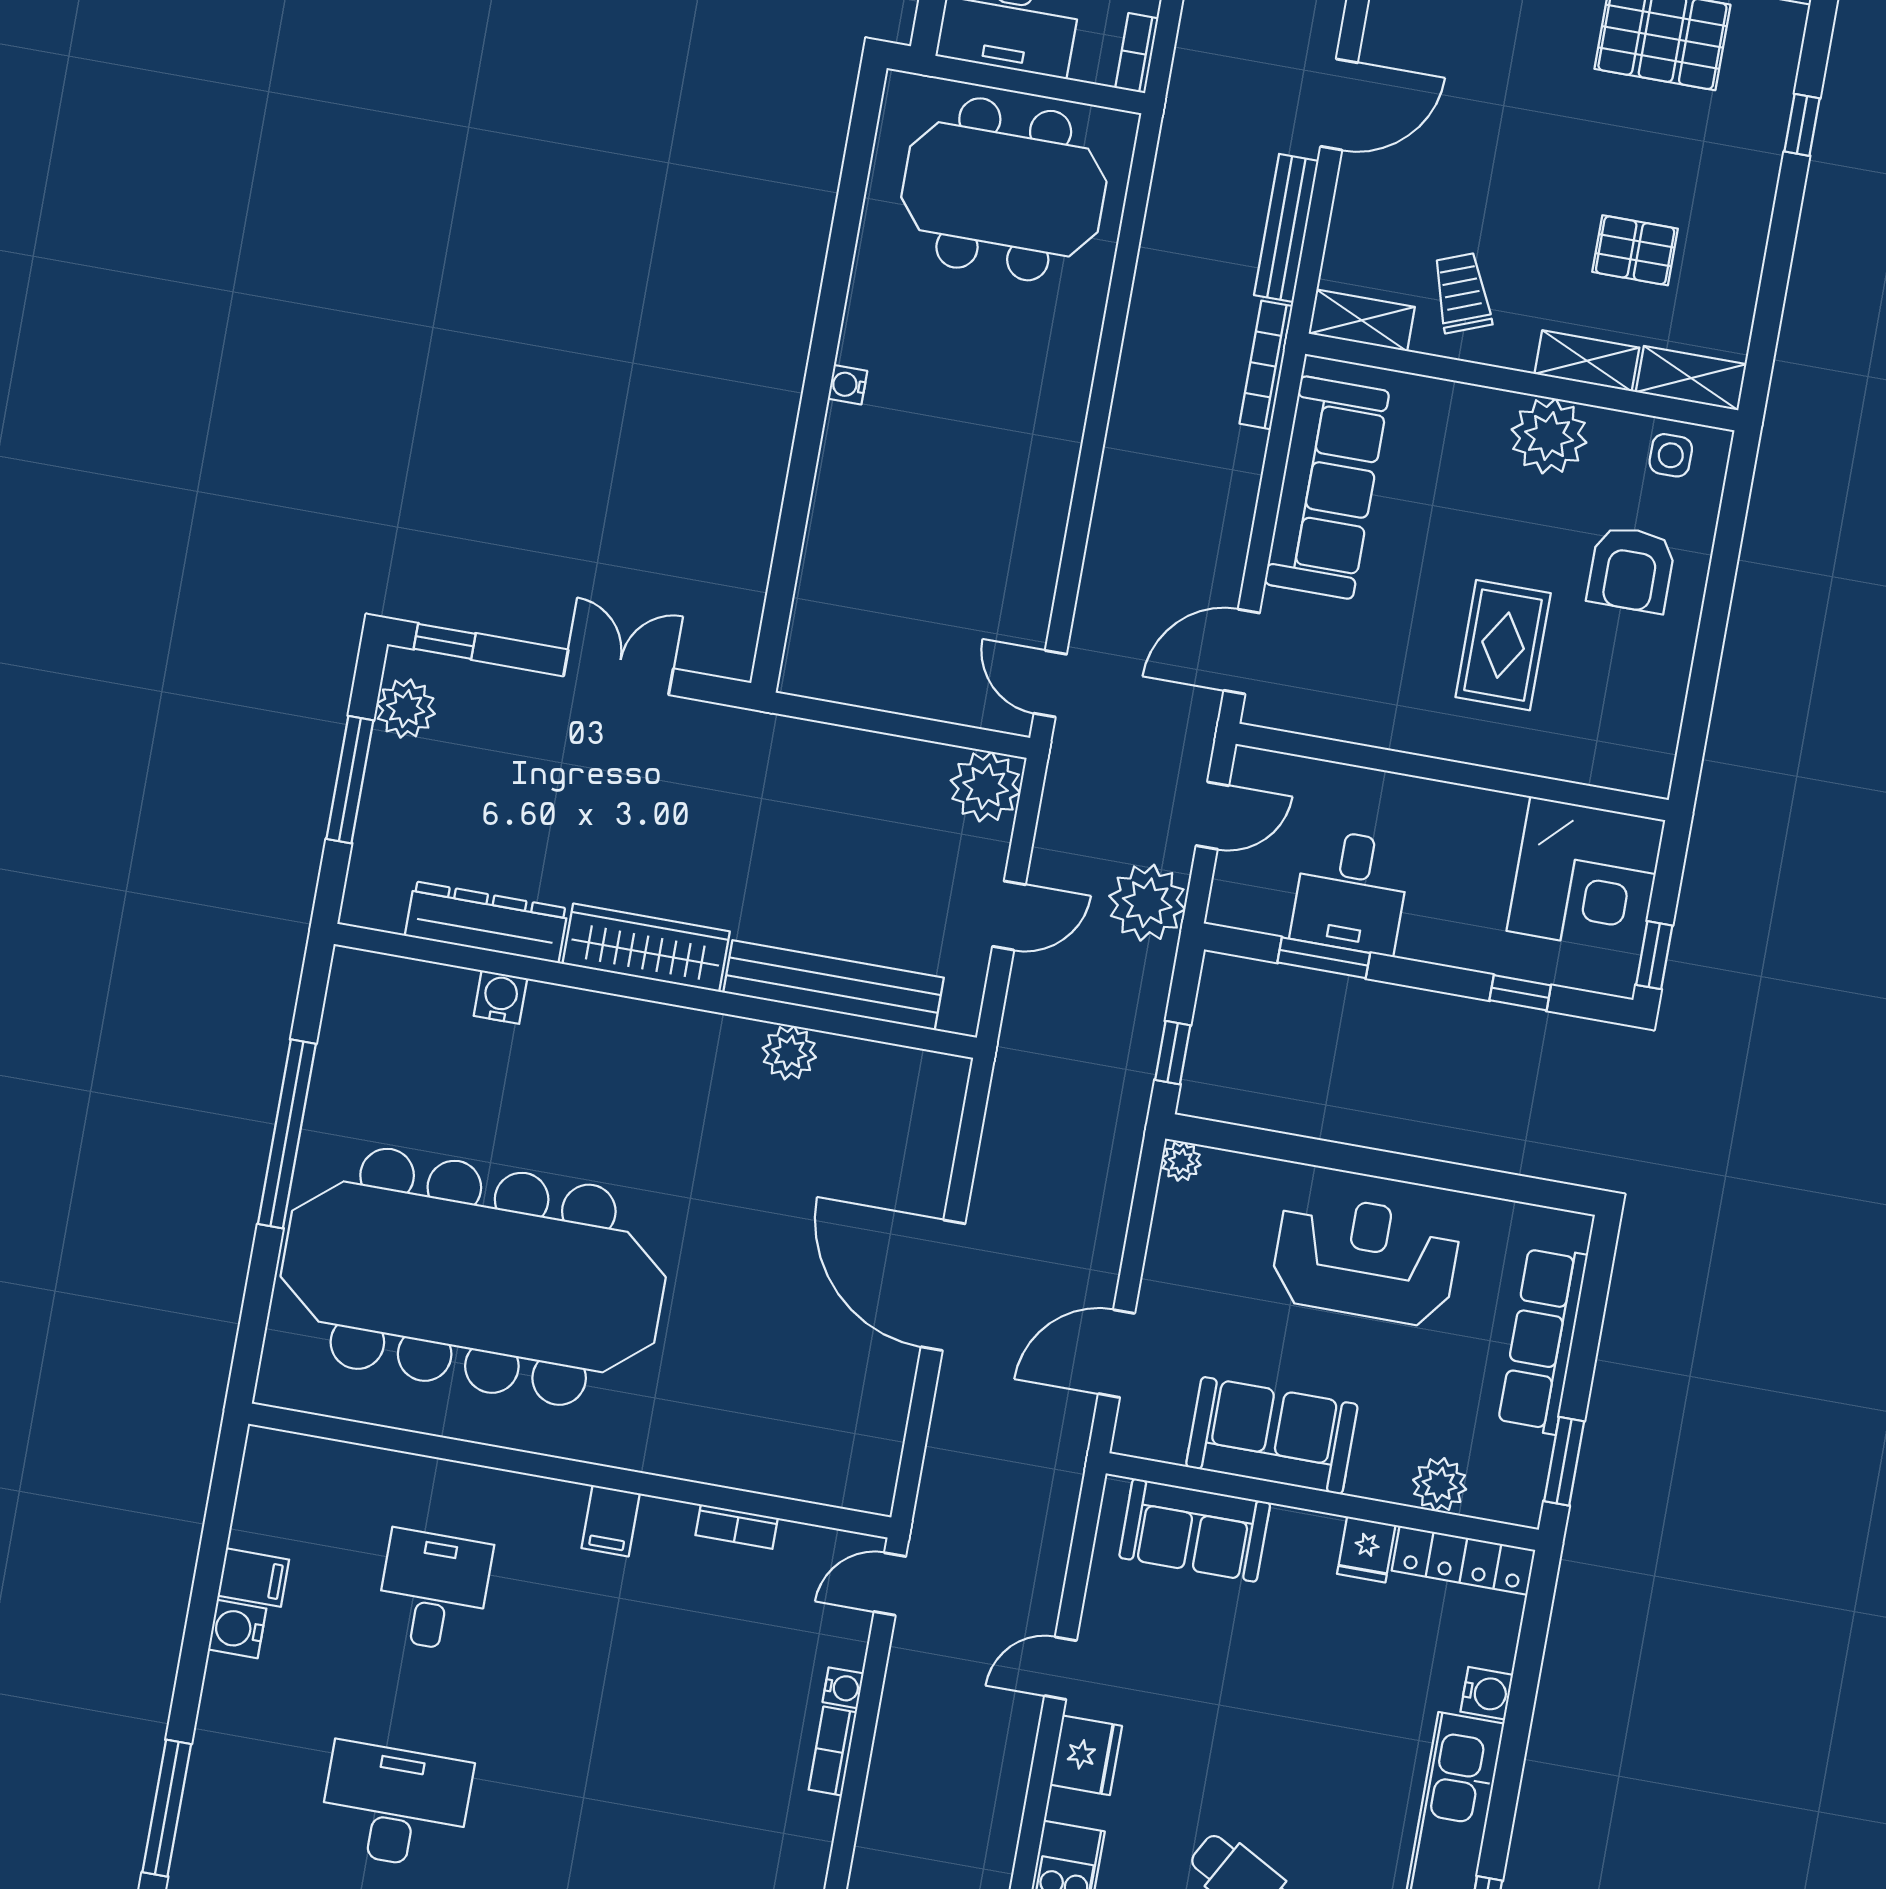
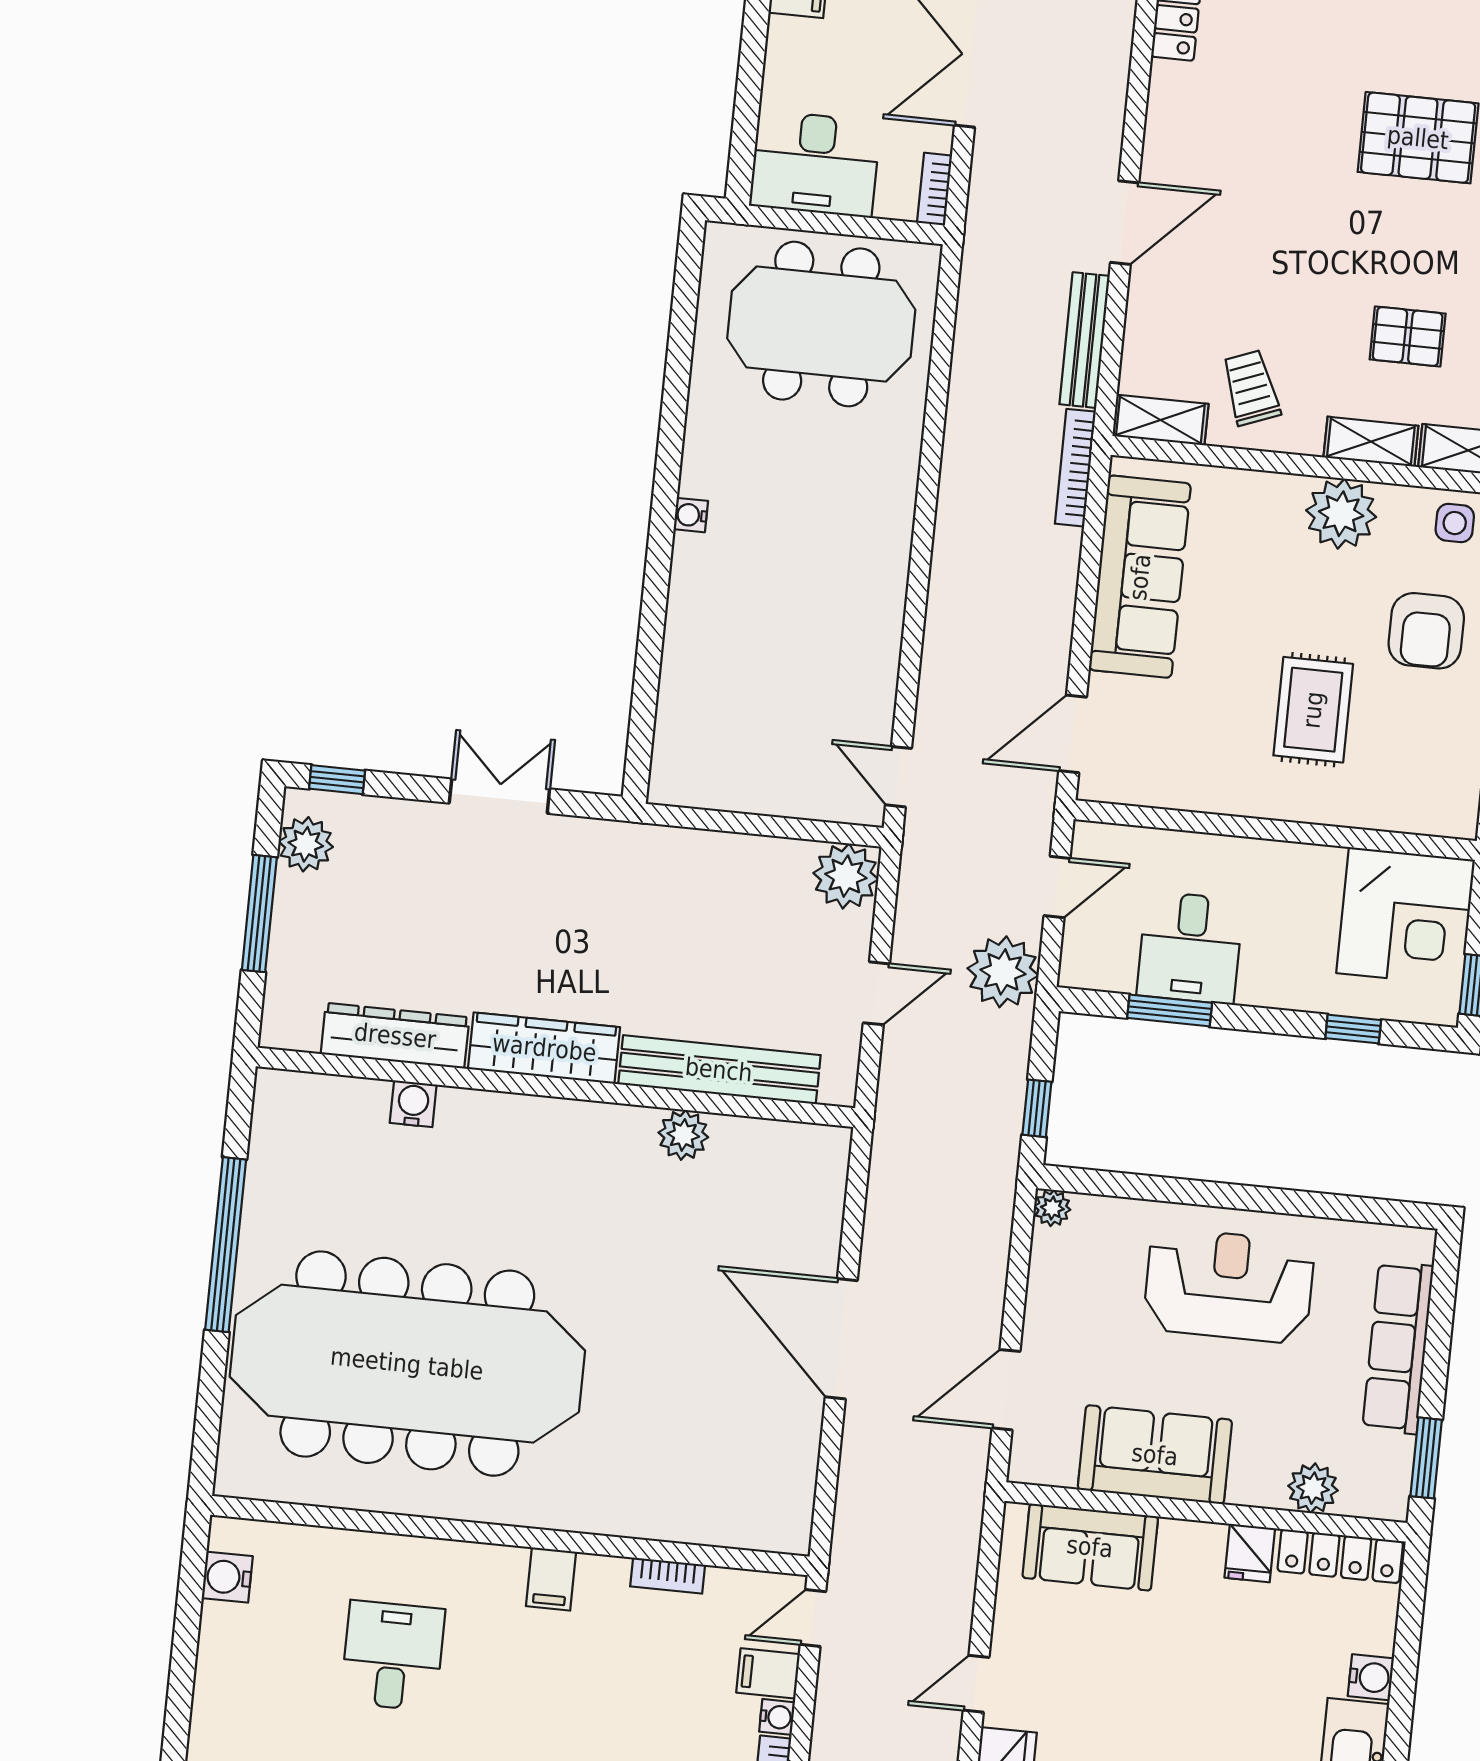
filing cabinet: (253, 1578) -> (768, 1673), moved, turned 180
water cooler: (237, 1629) -> (227, 1577), moved

